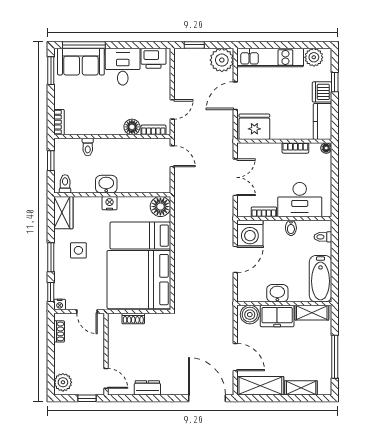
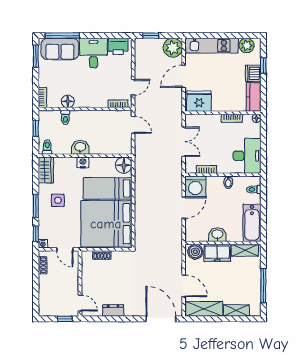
floor lamp: (132, 127) -> (68, 101), moved
desk: (300, 200) -> (247, 156), moved, turned -90
plant: (63, 382) -> (46, 306), removed

